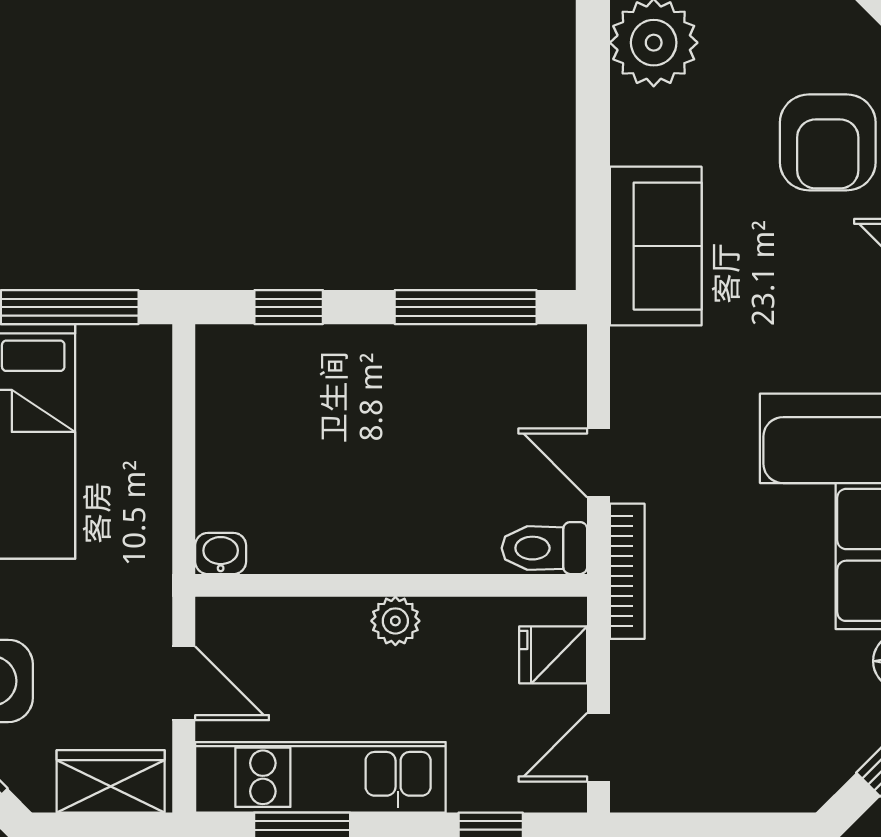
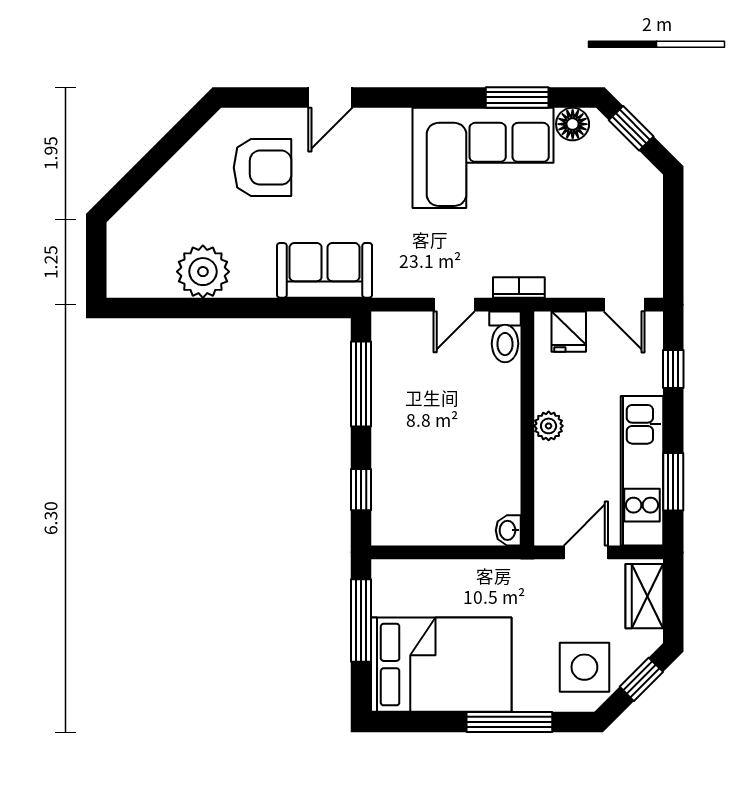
bookcase: (627, 571) -> (519, 287), width x0.64

